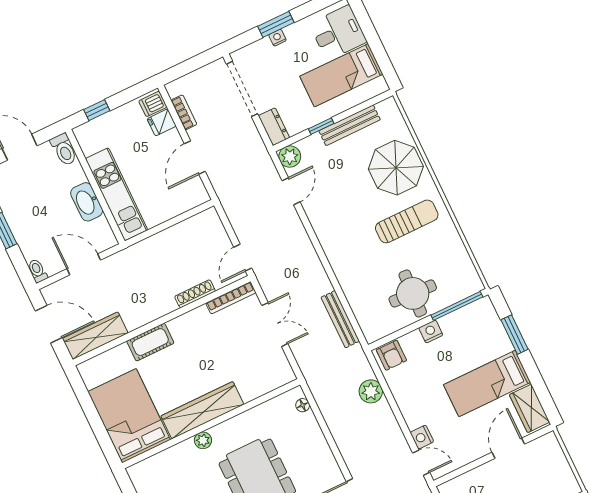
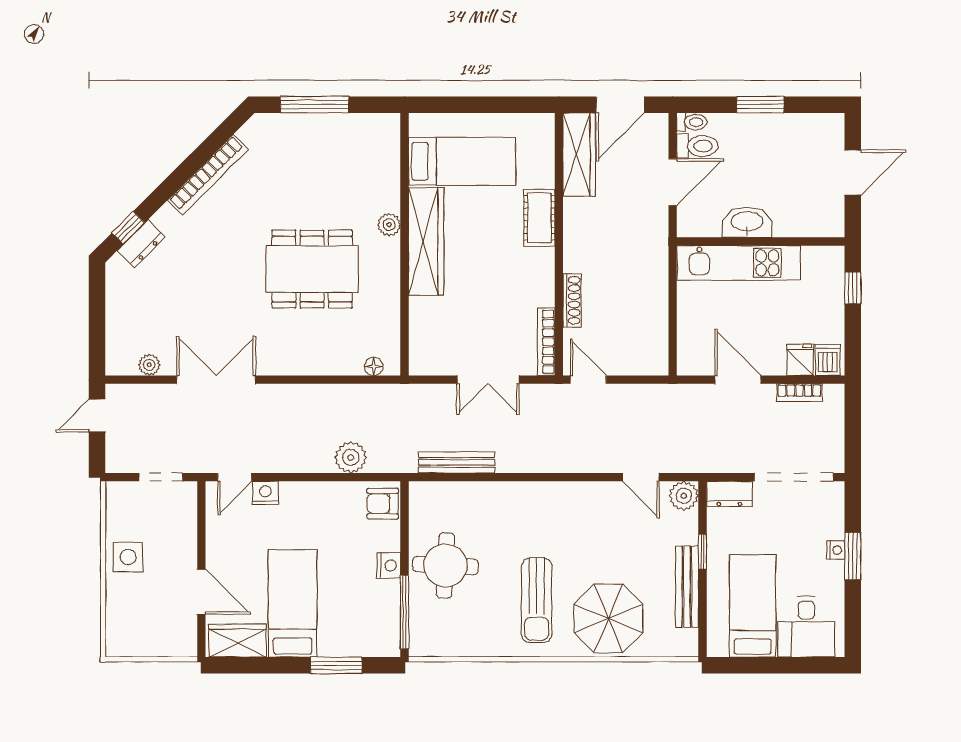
toilet: (64, 150) -> (697, 146), moved, turned 180
bed: (129, 416) -> (462, 161), width x0.67

